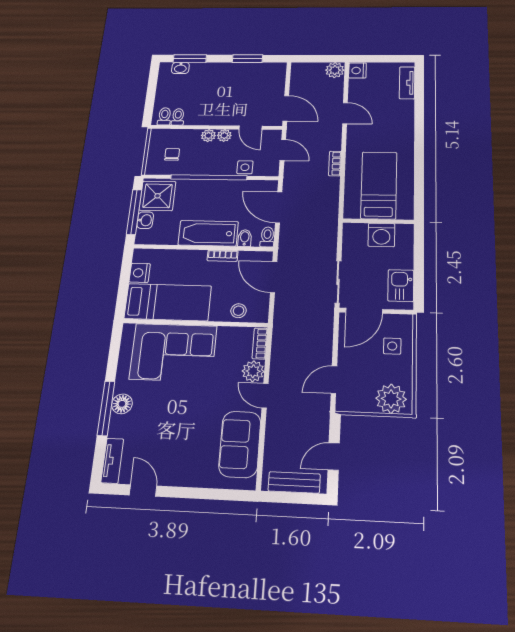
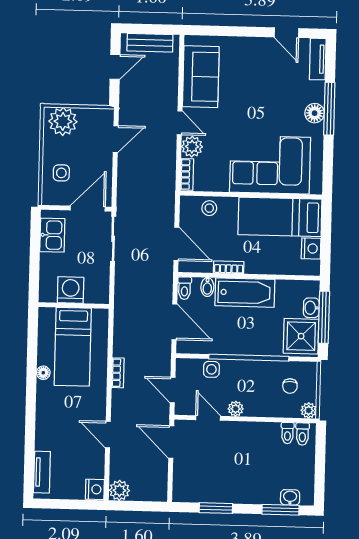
plant: (208, 136) -> (309, 410), moved
floor lamp: (407, 163) -> (43, 373), added

